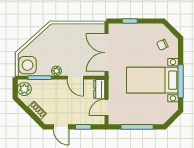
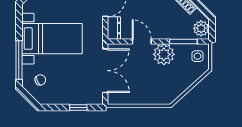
side table: (28, 65) -> (198, 56), width x0.54, depth x0.54
plant: (56, 71) -> (164, 54), width x1.88, depth x1.88
window: (181, 81) -> (19, 60), moved

